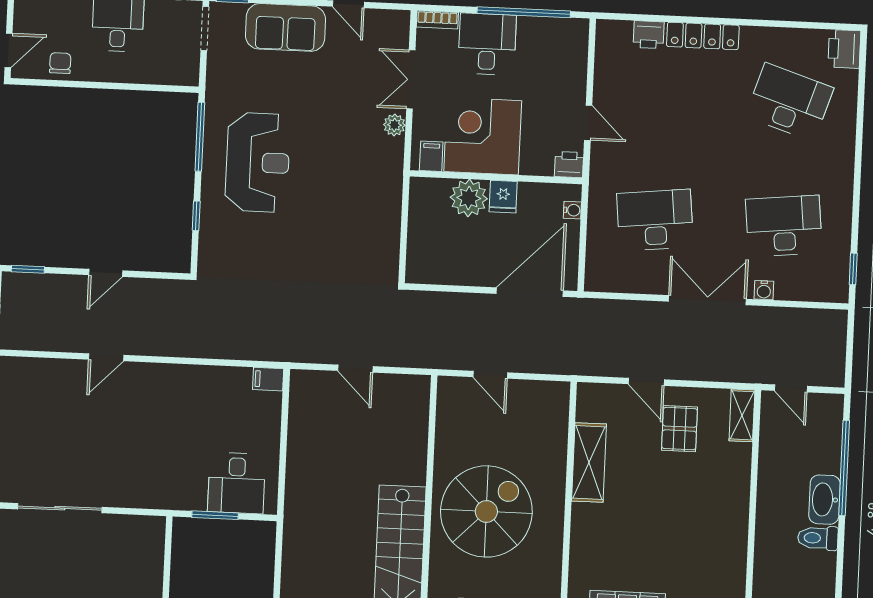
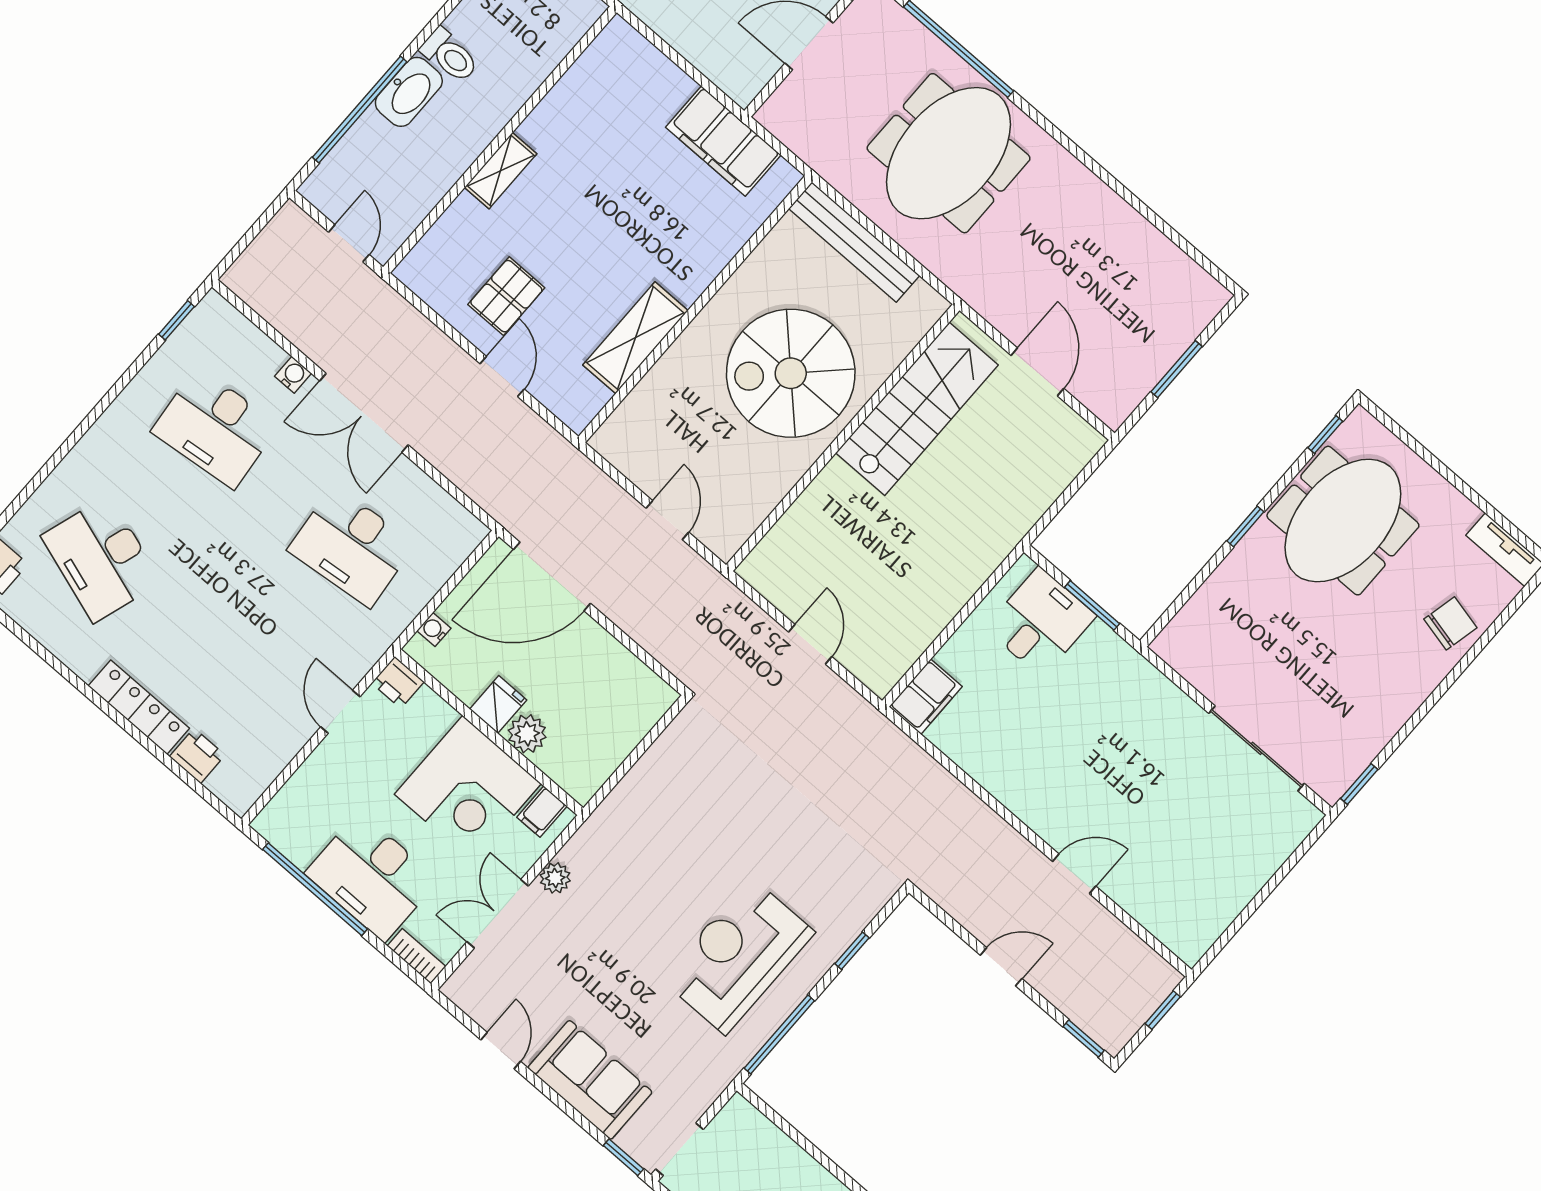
desk: (487, 44) -> (372, 877), width x1.37
double door: (411, 79) -> (498, 914), swing flipped
plant: (469, 198) -> (527, 734), width x0.73, depth x0.73
filing cabinet: (268, 379) -> (926, 697), width x2.00
shelving: (742, 415) -> (501, 171), moved

